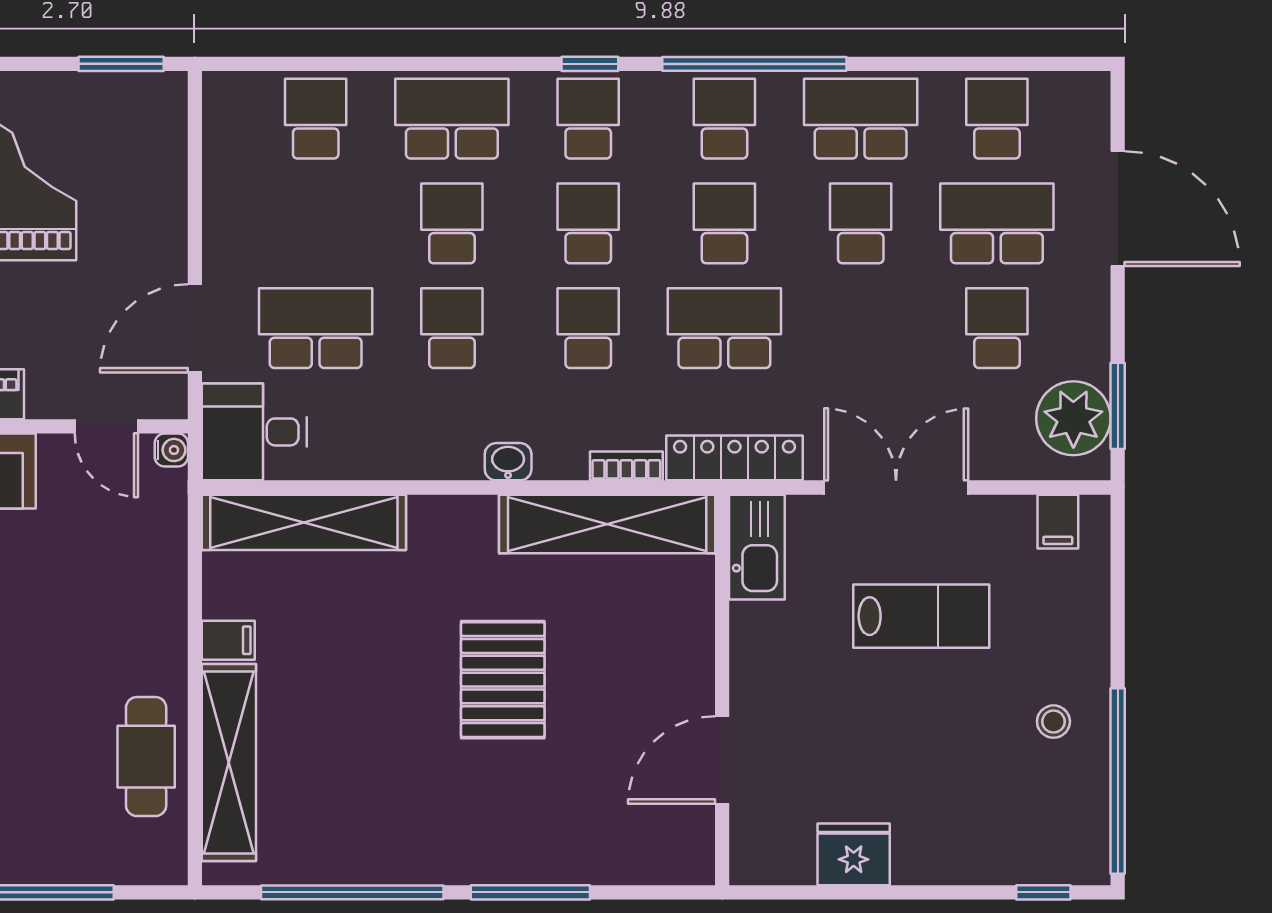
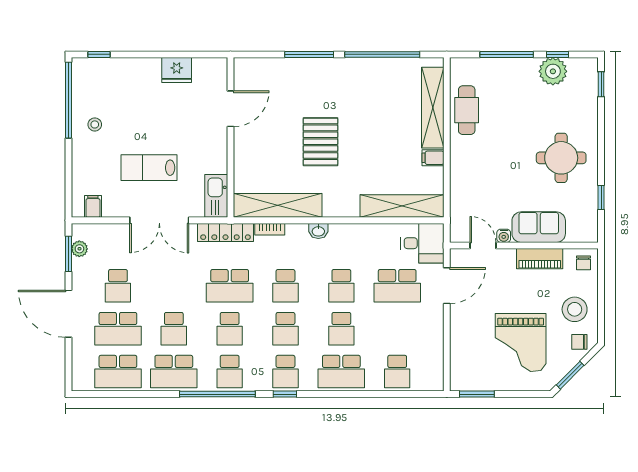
school desk: (997, 119) -> (118, 372), width x1.85
door: (1118, 209) -> (68, 314), moved
plant: (1073, 418) -> (79, 249), width x0.53, depth x0.53
water cooler: (171, 450) -> (504, 236), moved, turned -90

